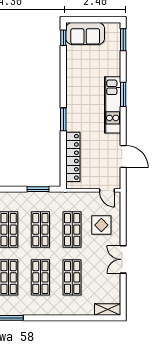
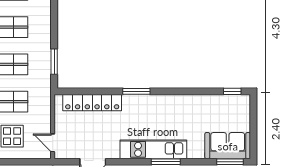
sofa: (85, 33) -> (228, 146), moved, turned 90
door: (107, 190) -> (53, 143), hinge flipped

